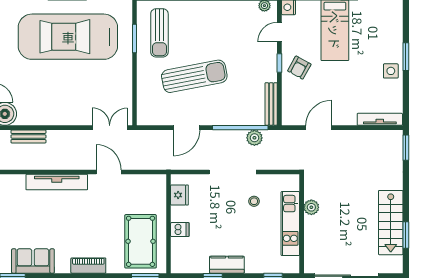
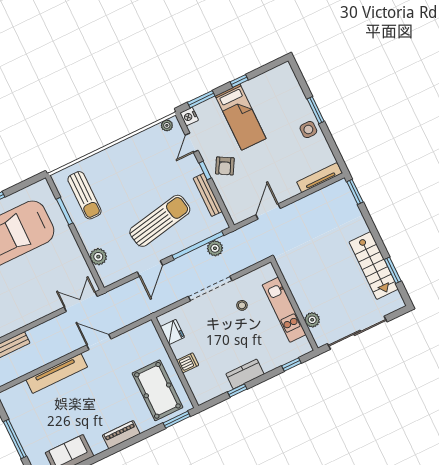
sun lounger: (194, 76) -> (160, 221), moved
plant: (145, 95) -> (98, 257), added
bench: (271, 104) -> (208, 195), moved
plant: (311, 207) -> (312, 320), moved

